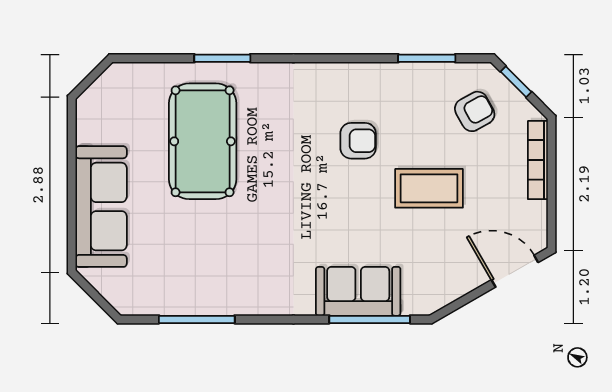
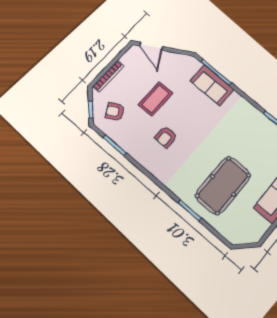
armchair: (358, 141) -> (166, 137), turned -90
coffee table: (429, 188) -> (155, 99), turned 90

